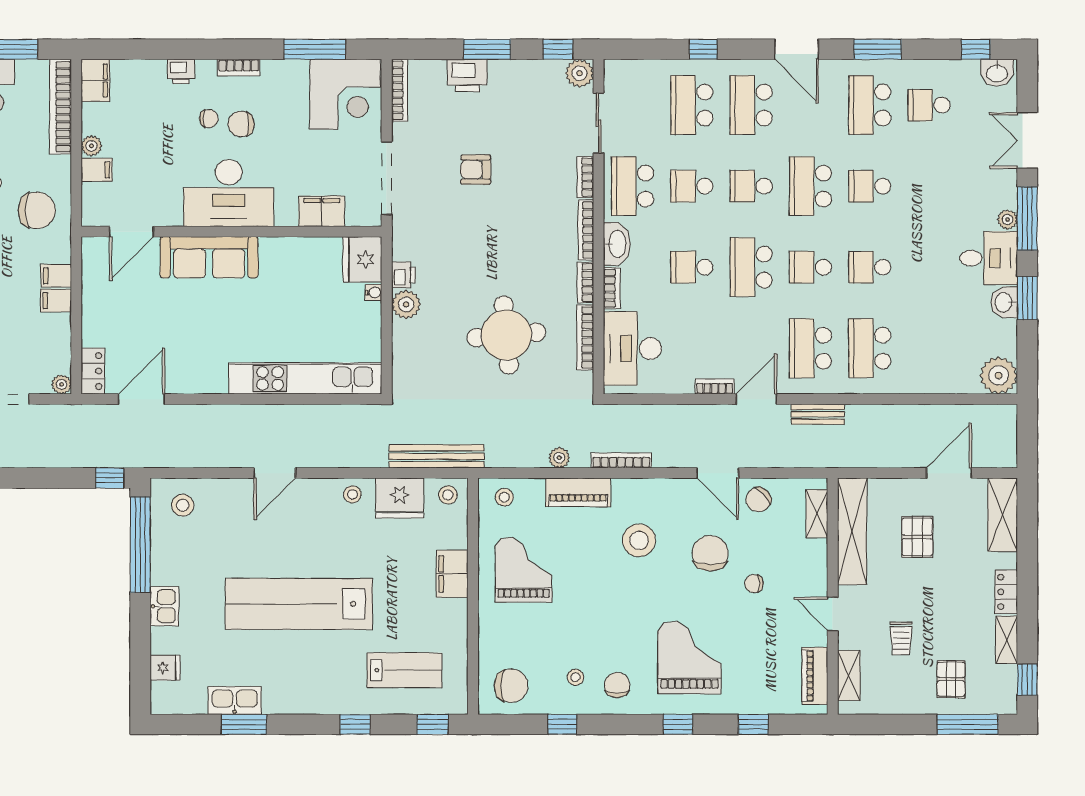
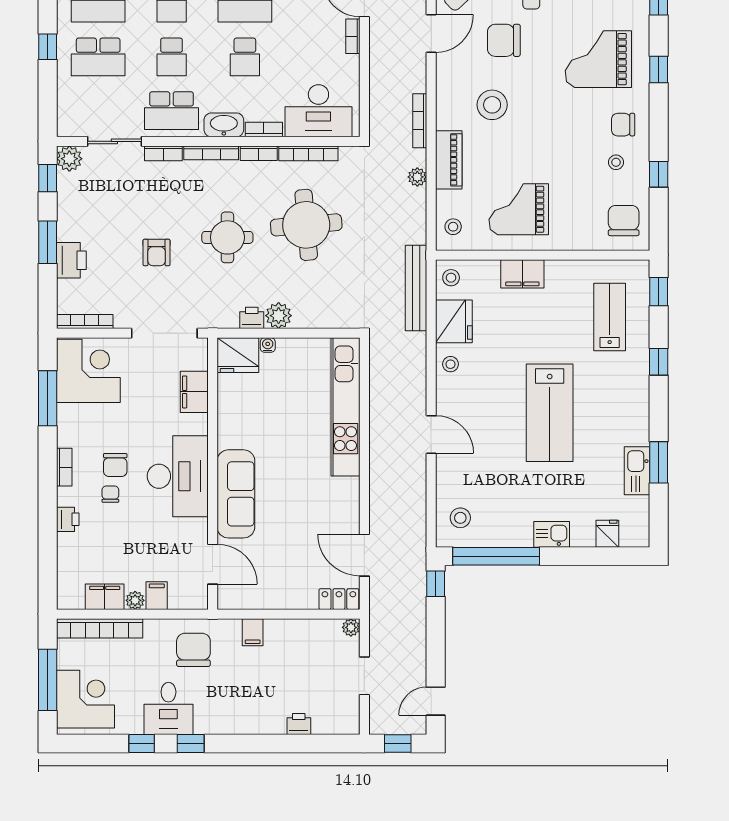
filing cabinet: (95, 80) -> (105, 597), moved
round table: (492, 248) -> (227, 237), added
filing cabinet: (56, 300) -> (275, 632), removed
lab bench: (299, 604) -> (550, 413), width x0.73

